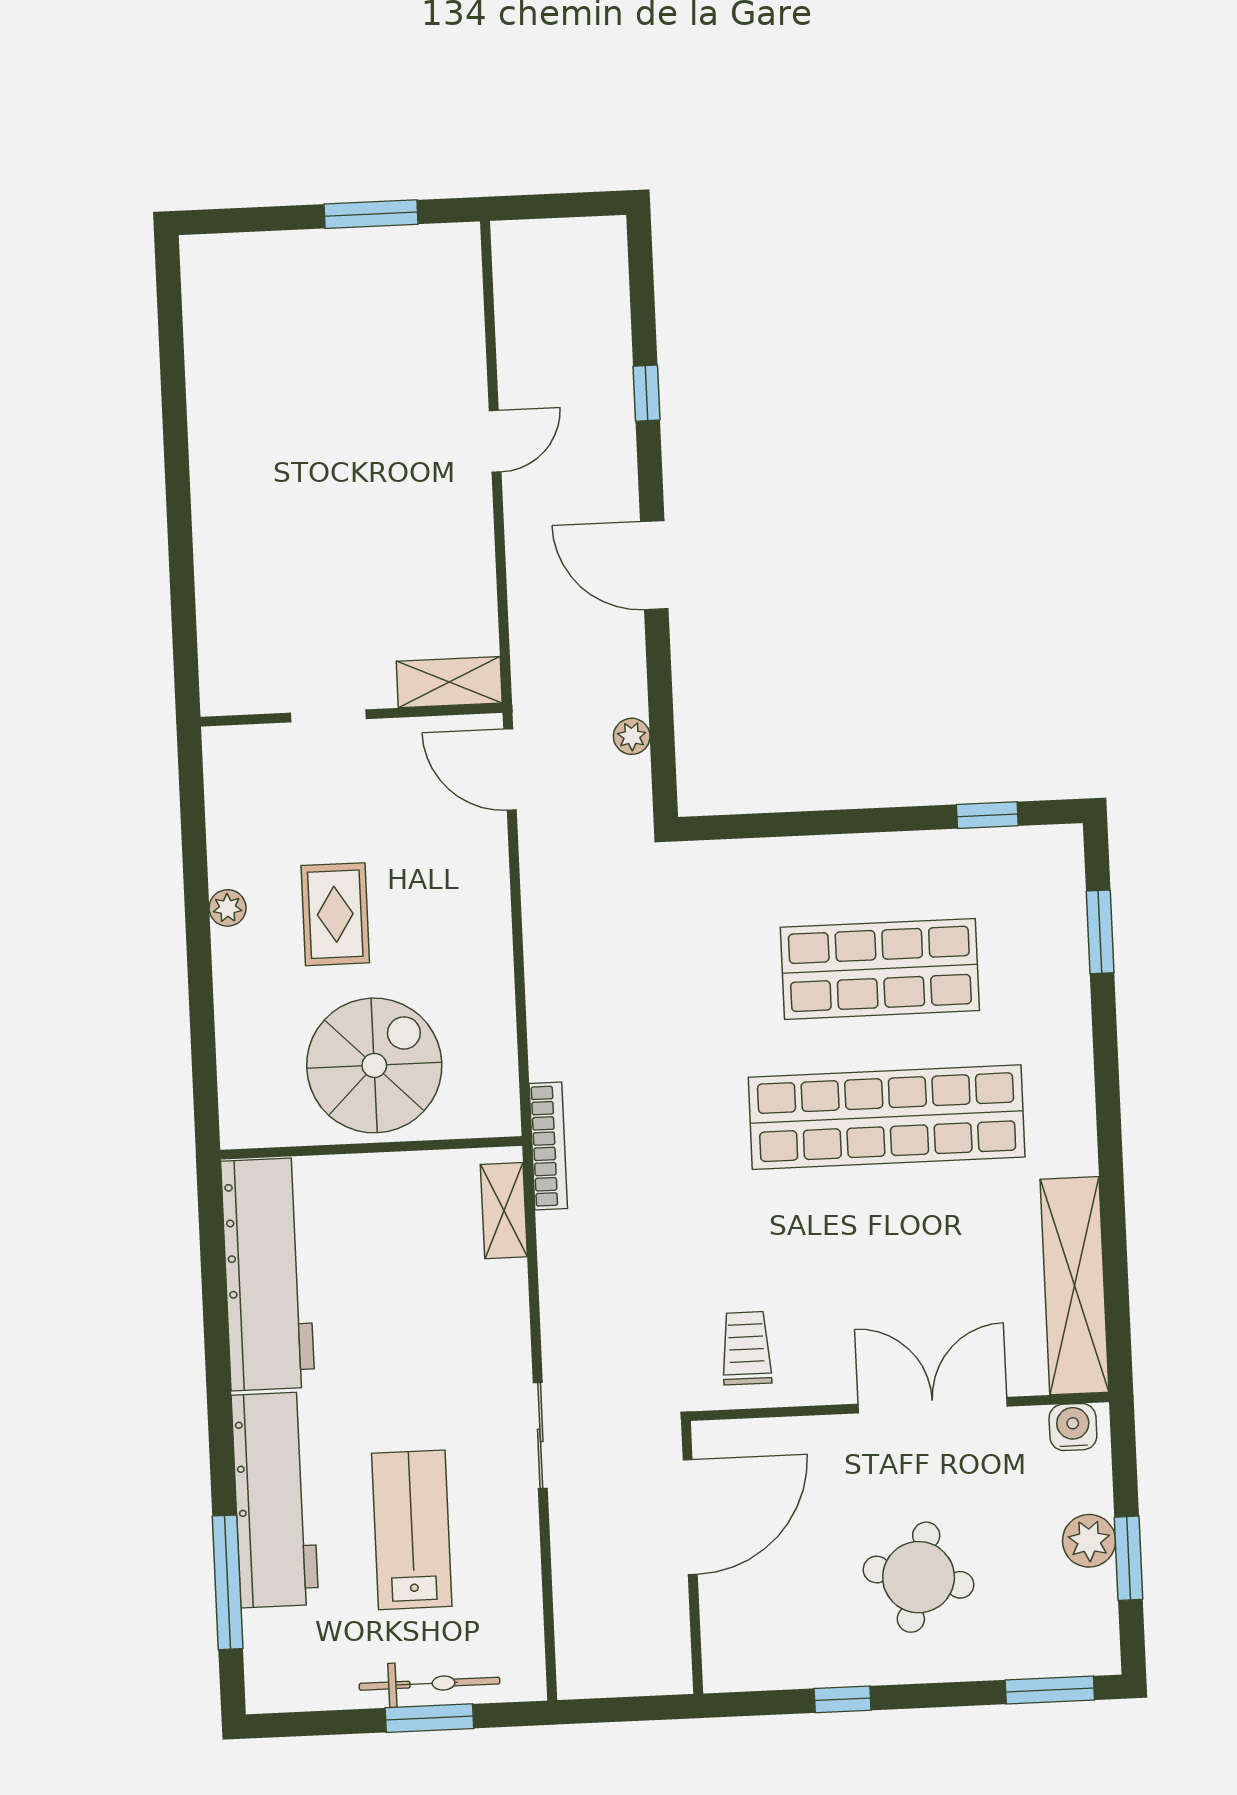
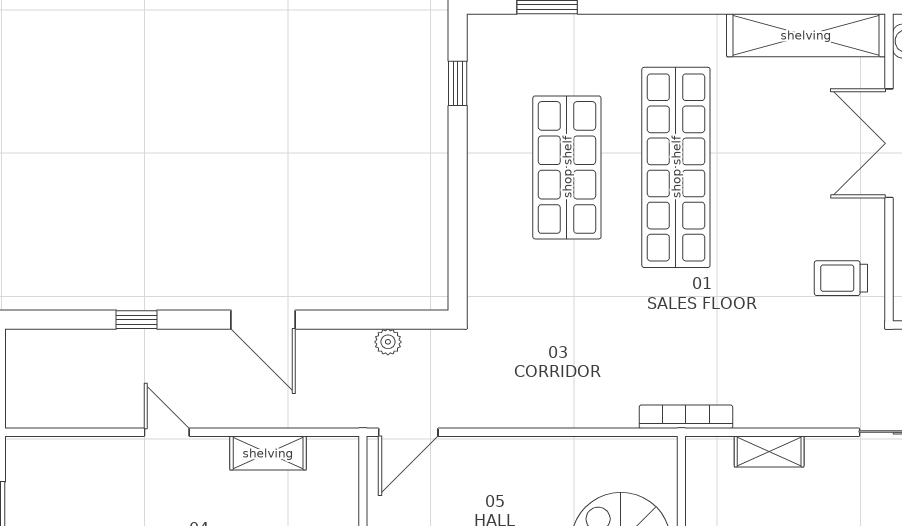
door: (654, 565) -> (263, 320), hinge flipped
shelving: (449, 682) -> (268, 453), moved, turned 90
shelving: (504, 1211) -> (769, 451), moved

